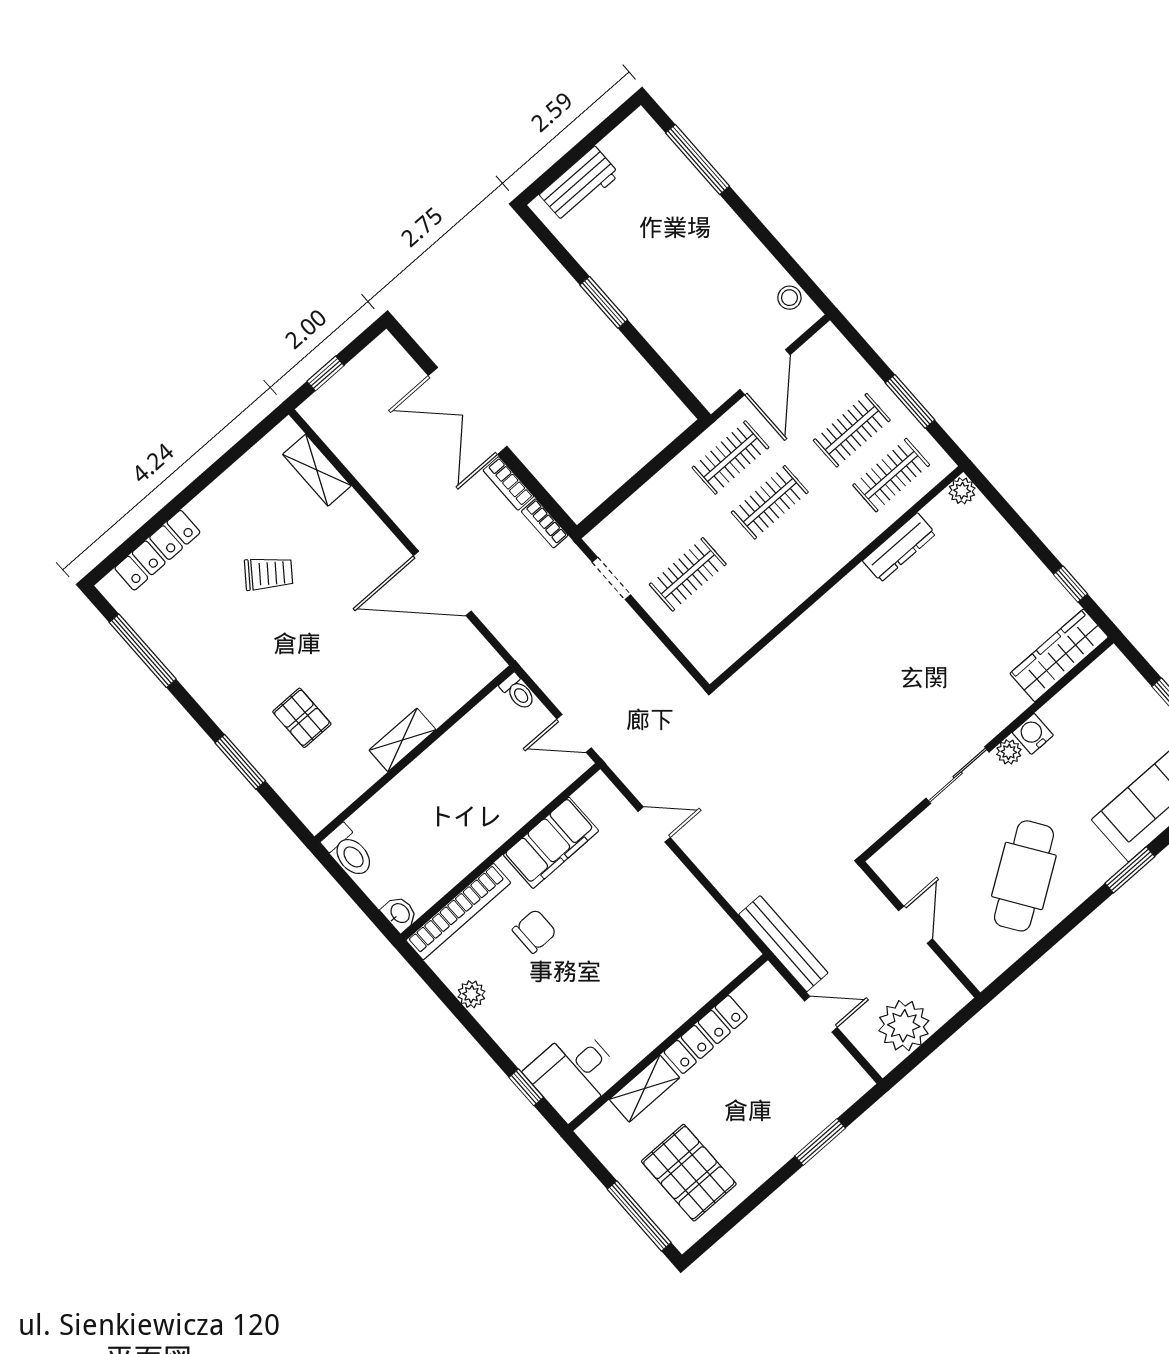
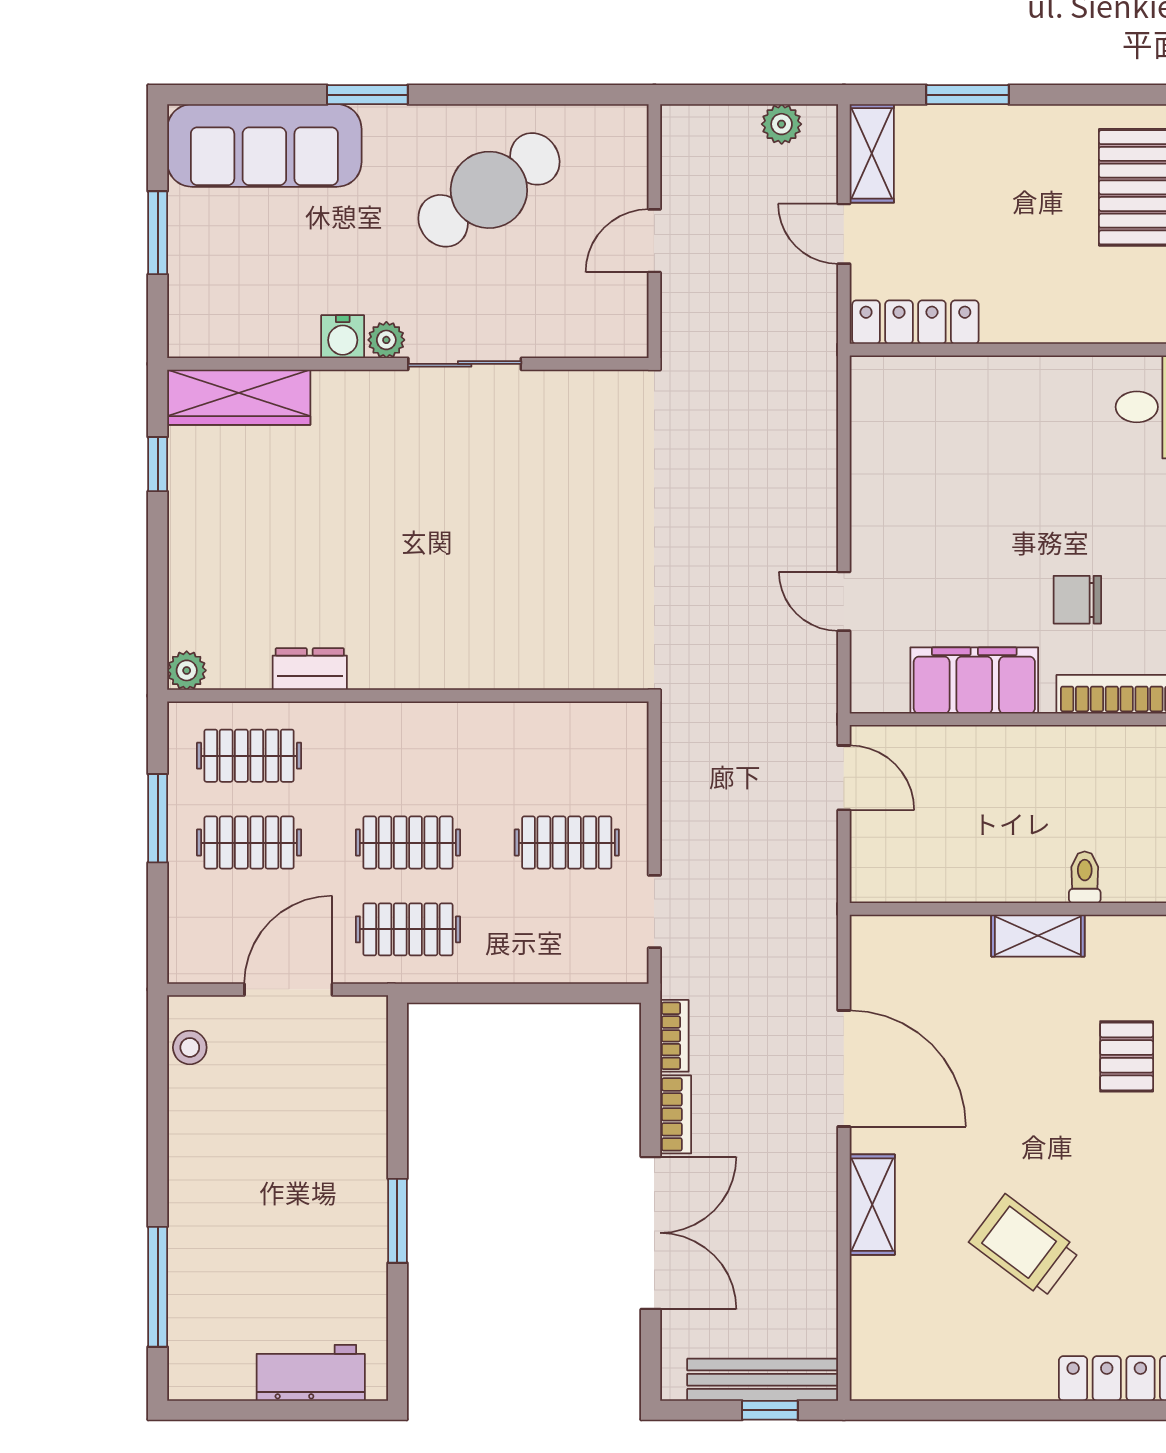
shelving: (317, 470) -> (872, 1205), moved
dresser: (899, 547) -> (310, 669), width x0.70
trolley: (269, 573) -> (1024, 1246), width x1.36, depth x1.39
toilet: (518, 692) -> (1085, 877), moved
bench: (783, 944) -> (762, 1380), moved, turned 90
plant: (904, 1026) -> (782, 124), width x0.53, depth x0.53
locker: (706, 1034) -> (915, 322), moved
shelving: (645, 1089) -> (872, 153), moved, turned 90

